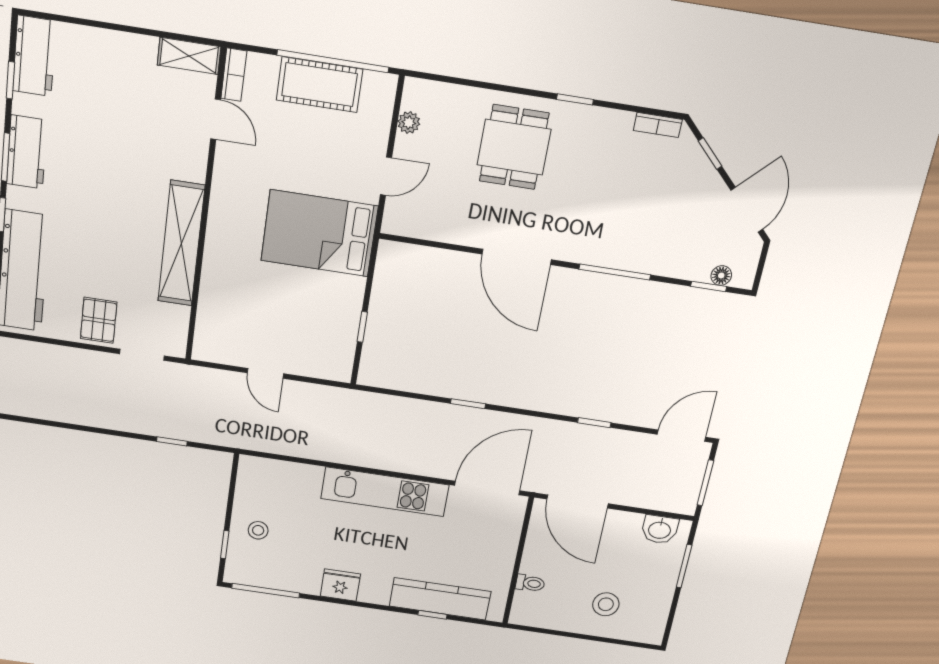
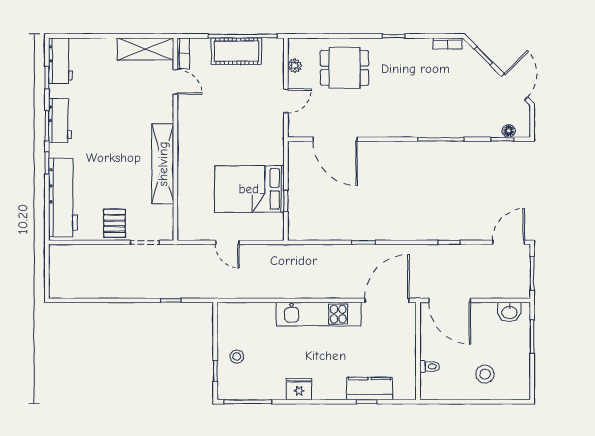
shelving: (189, 56) -> (145, 49), width x1.50, depth x1.33
dining table: (514, 147) -> (344, 68), moved, turned 90
bed: (319, 233) -> (249, 189), moved
door: (517, 257) -> (335, 139), moved
kitchen counter: (440, 599) -> (370, 389), width x0.67

